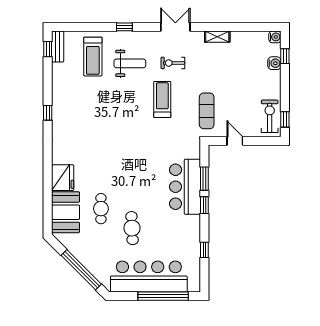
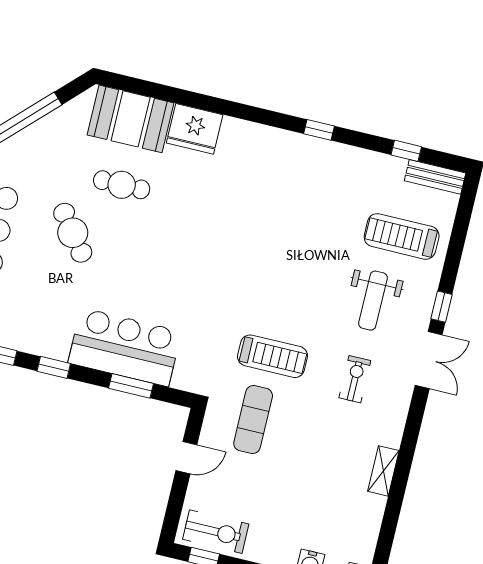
double door: (175, 27) -> (429, 360), moved
window: (48, 49) -> (406, 151), moved
treadmill: (162, 99) -> (273, 356), moved
exercise mat: (207, 111) -> (253, 420), turned 90
window: (204, 205) -> (54, 367), moved
cafe table: (132, 228) -> (73, 233), turned 56

